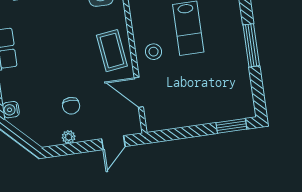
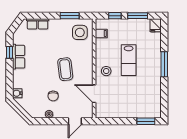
window: (251, 45) -> (164, 64), moved
coffee table: (112, 51) -> (65, 69), moved

